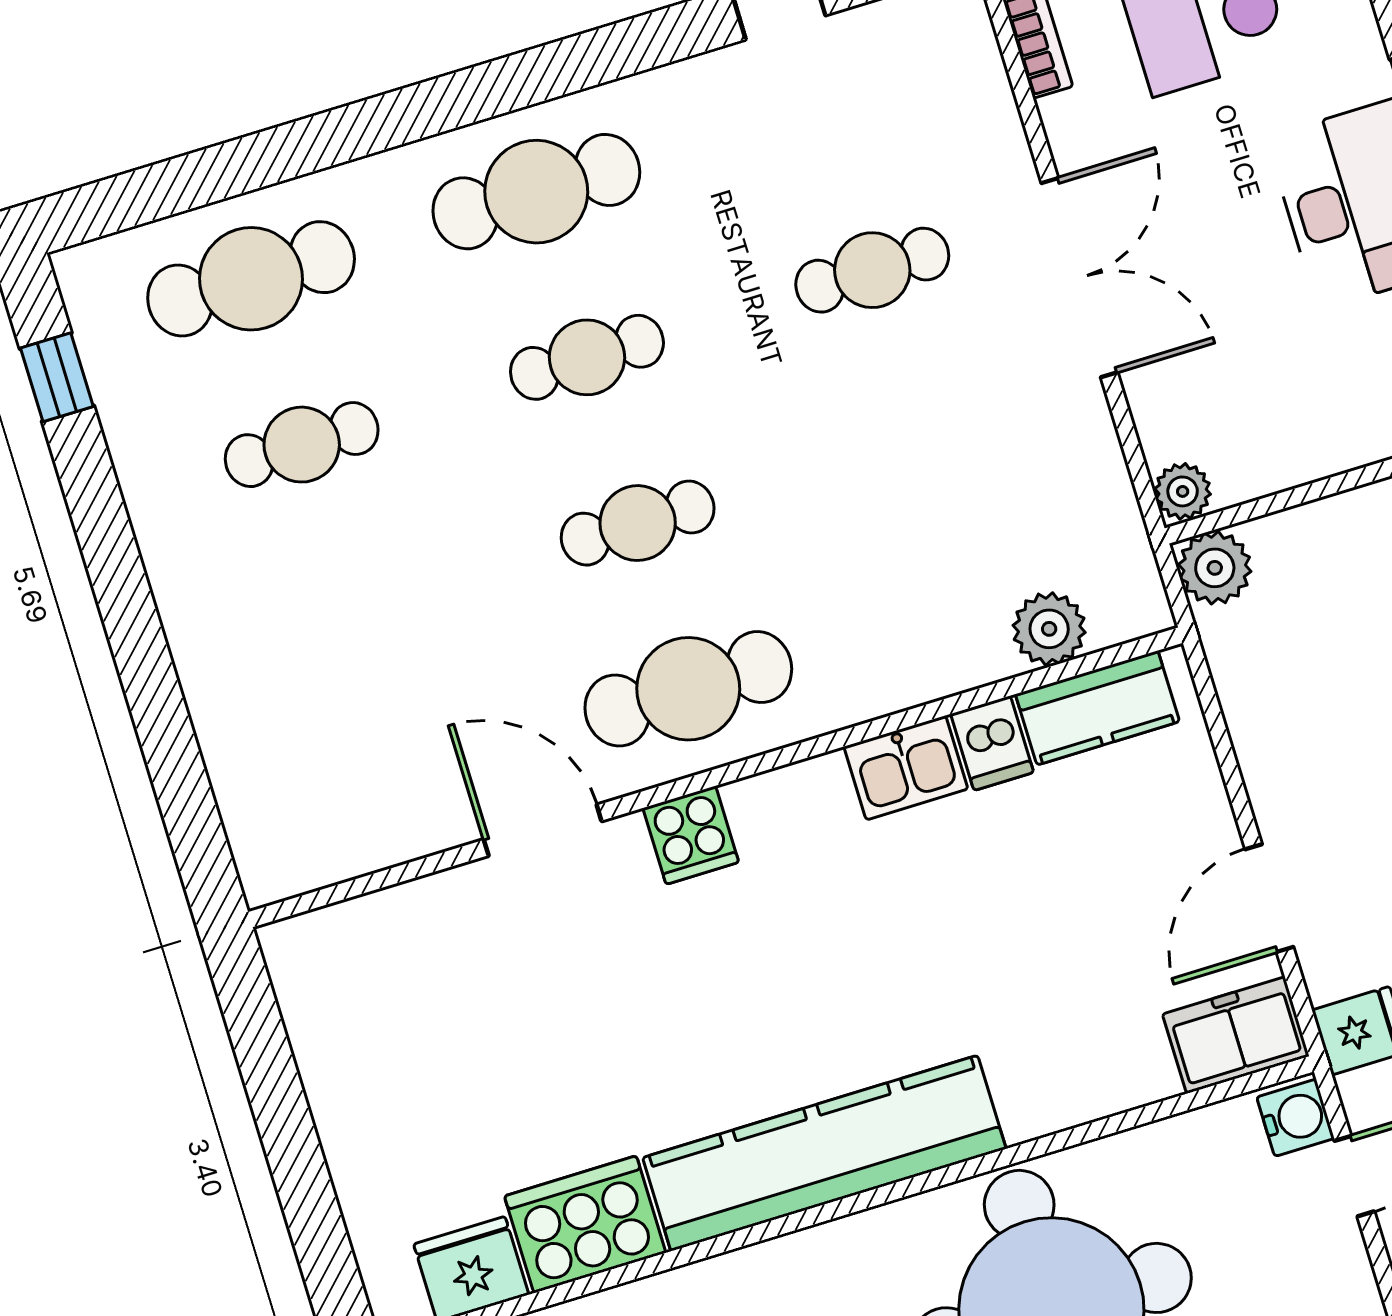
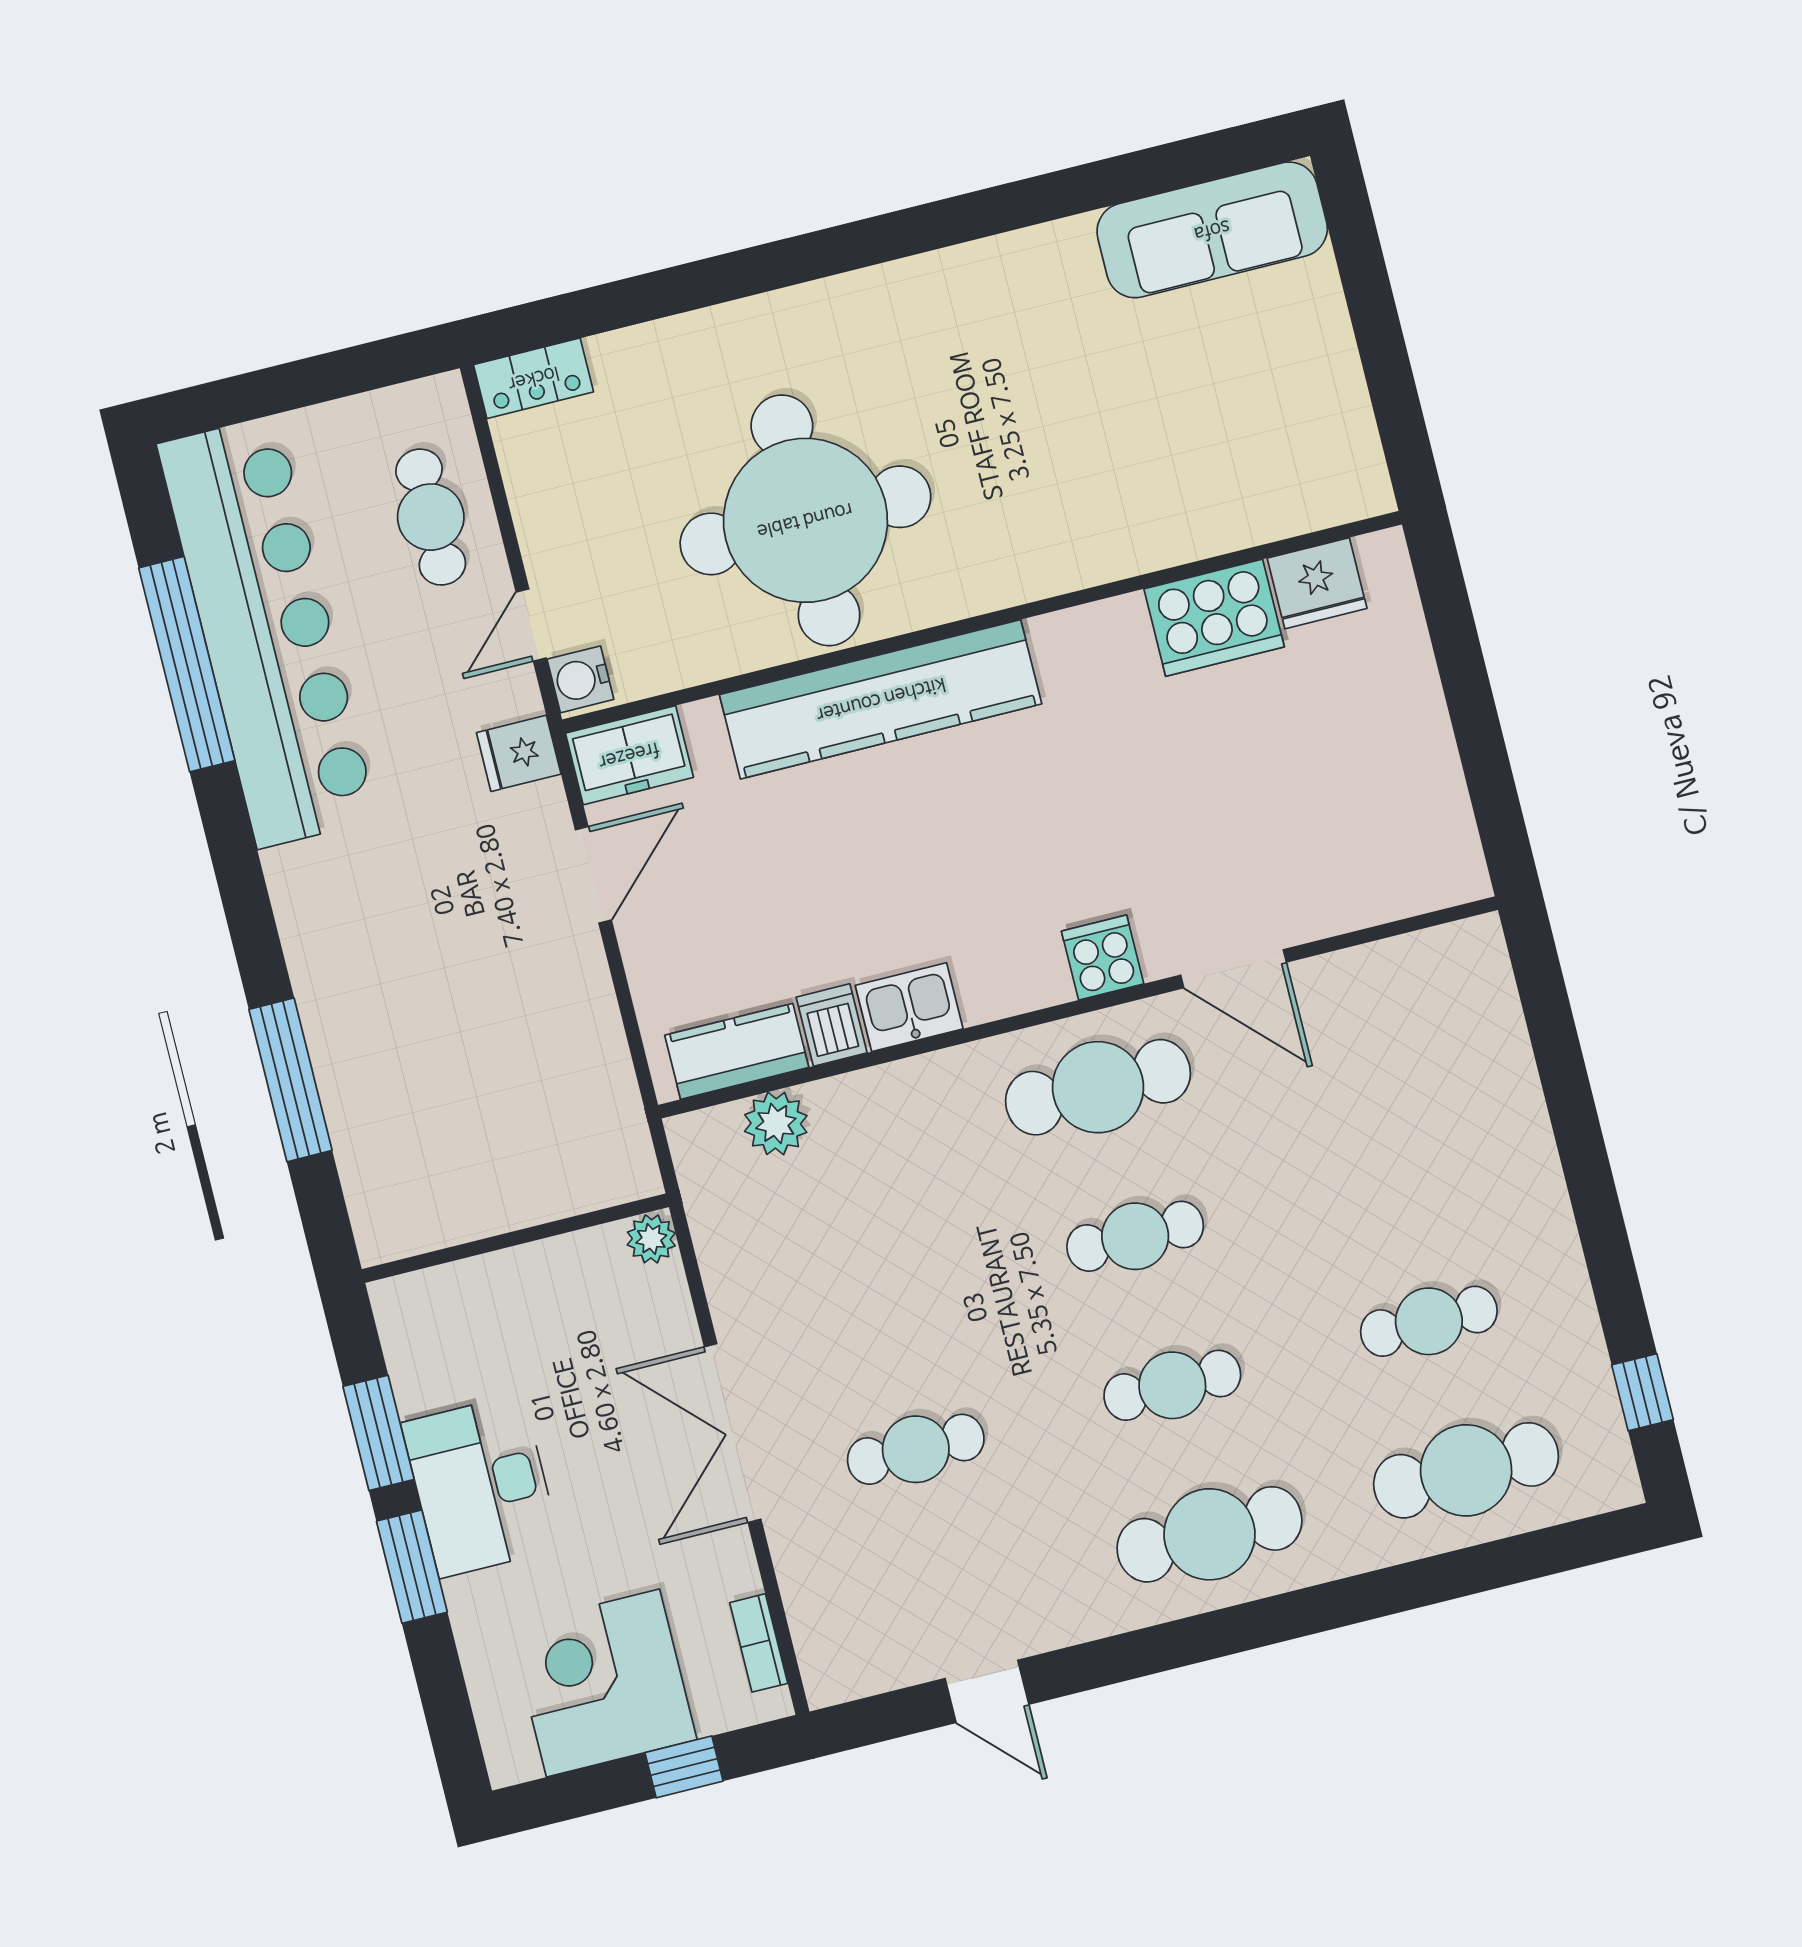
plant: (1215, 568) -> (626, 1170), removed
kitchen counter: (824, 1153) -> (881, 699), moved

